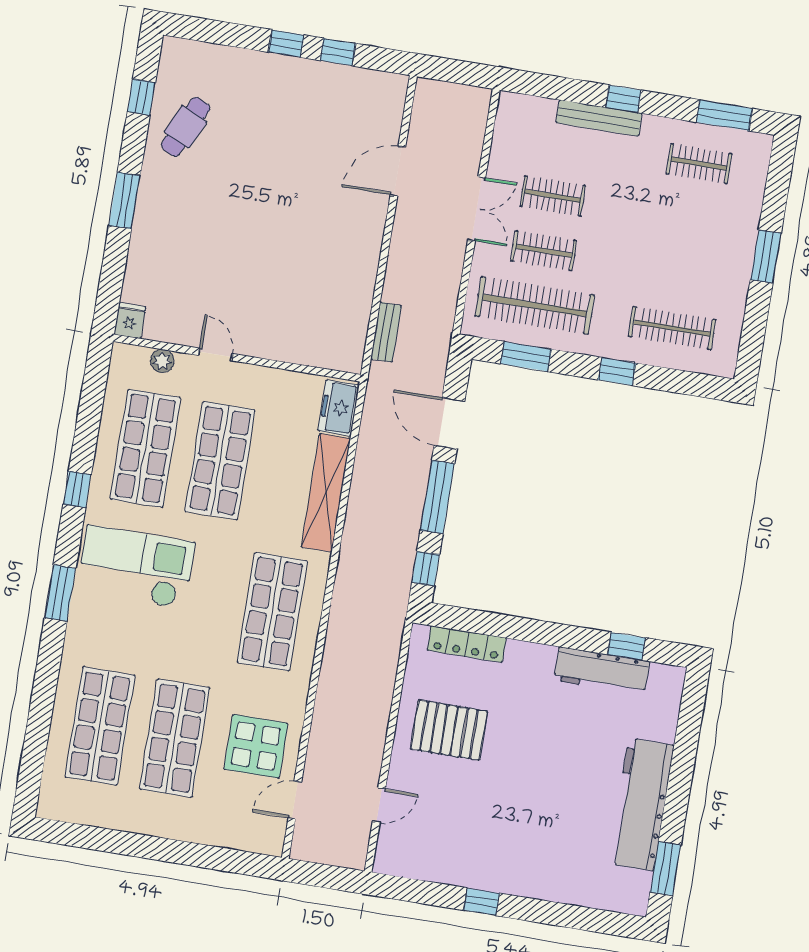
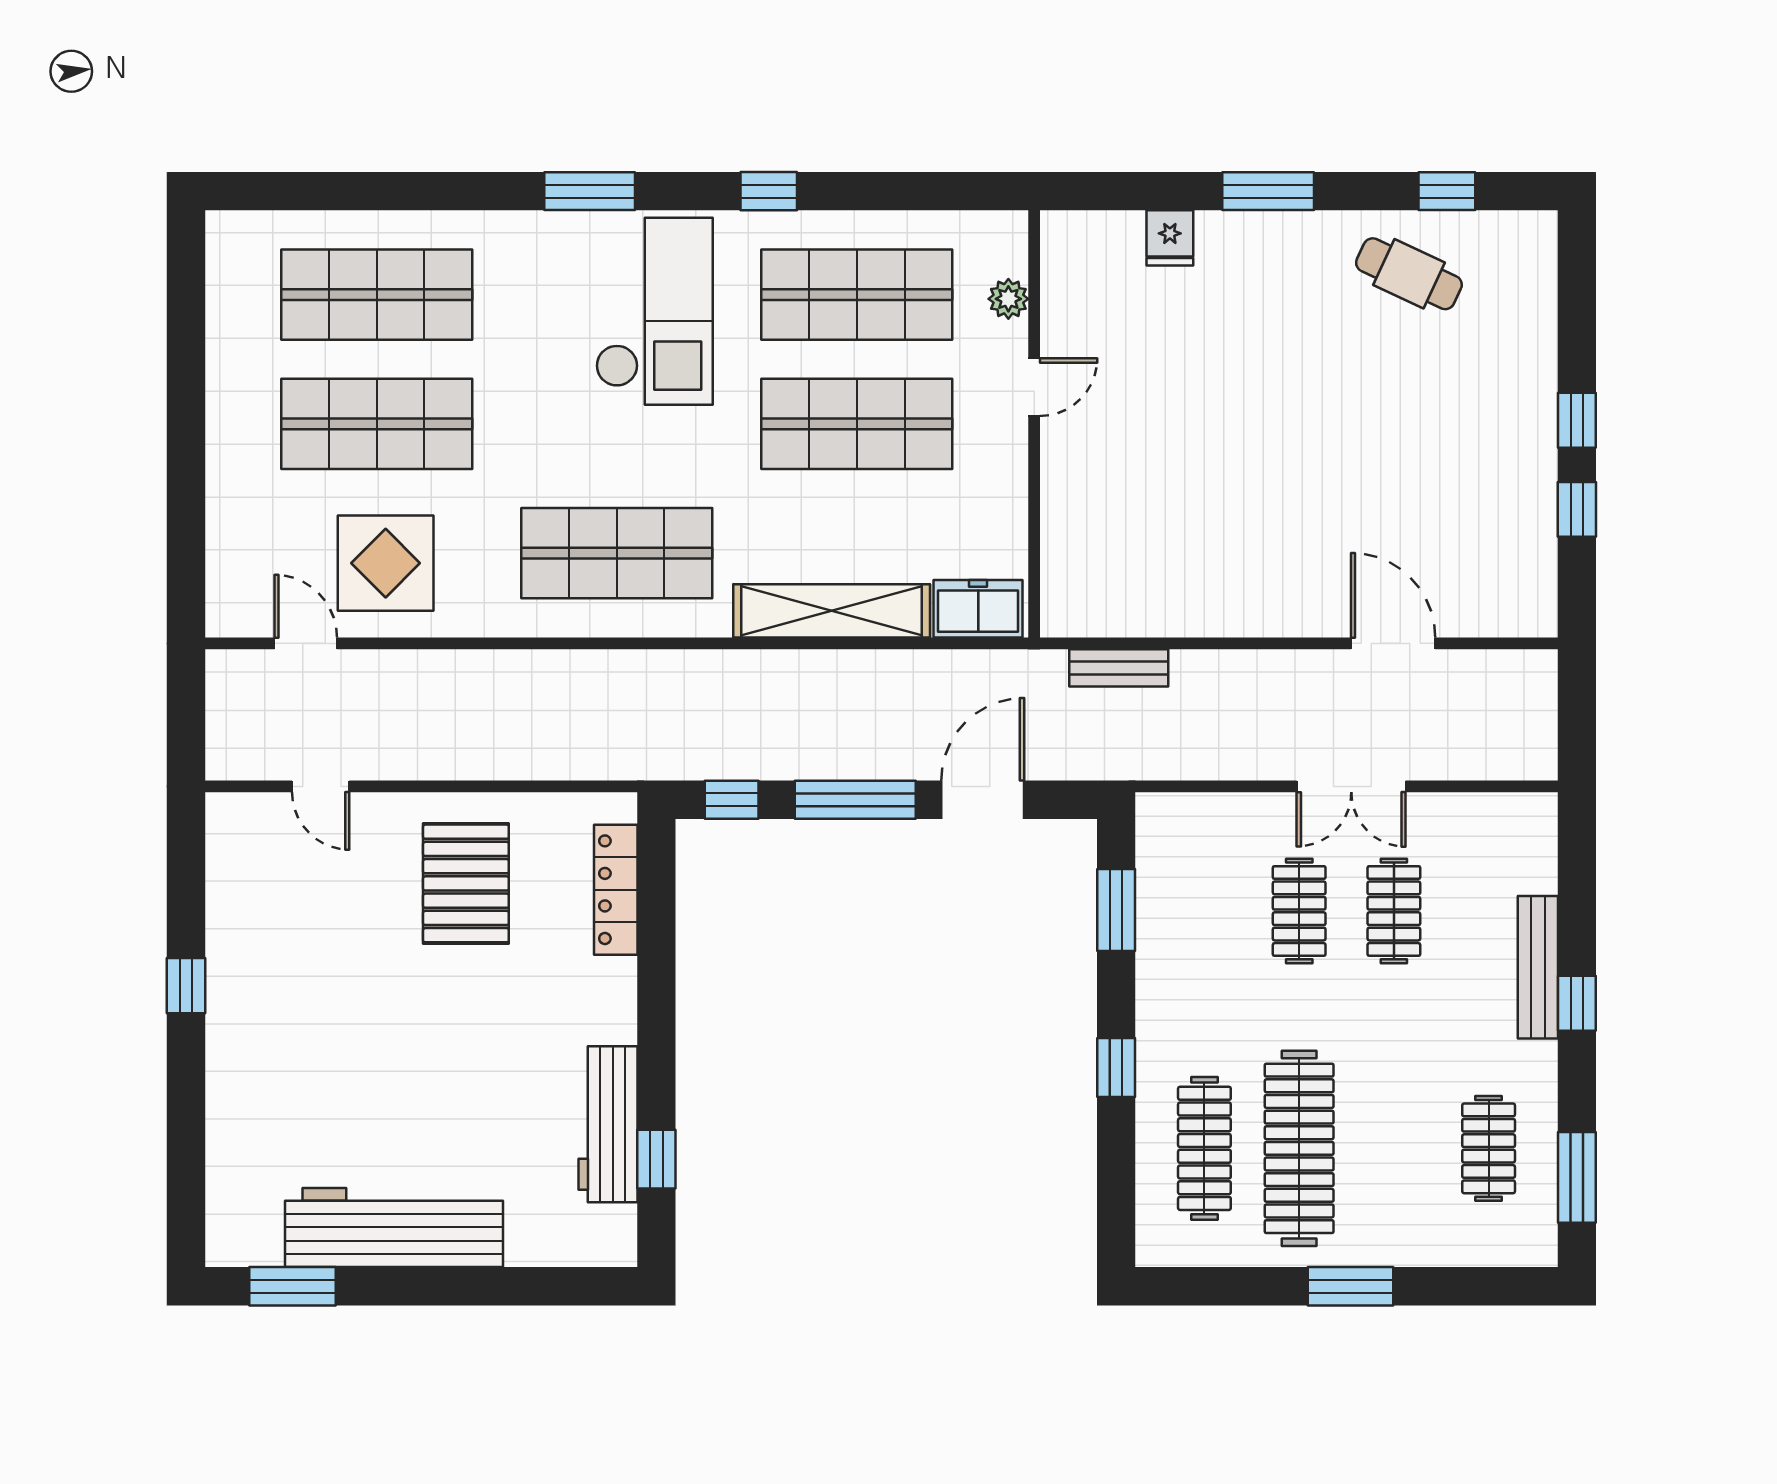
clothes rail: (535, 306) -> (1299, 1148), moved
fridge: (130, 321) -> (1170, 238), moved, turned 90

